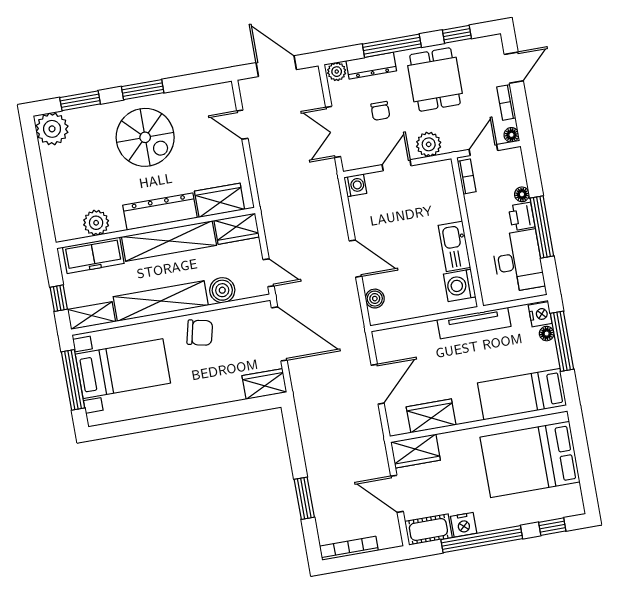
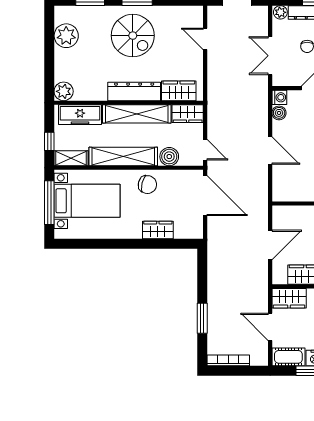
plant: (52, 129) -> (66, 36), moved
plant: (96, 223) -> (64, 91), moved
boiler: (375, 299) -> (279, 113), moved
wardrobe: (264, 384) -> (158, 230), moved

